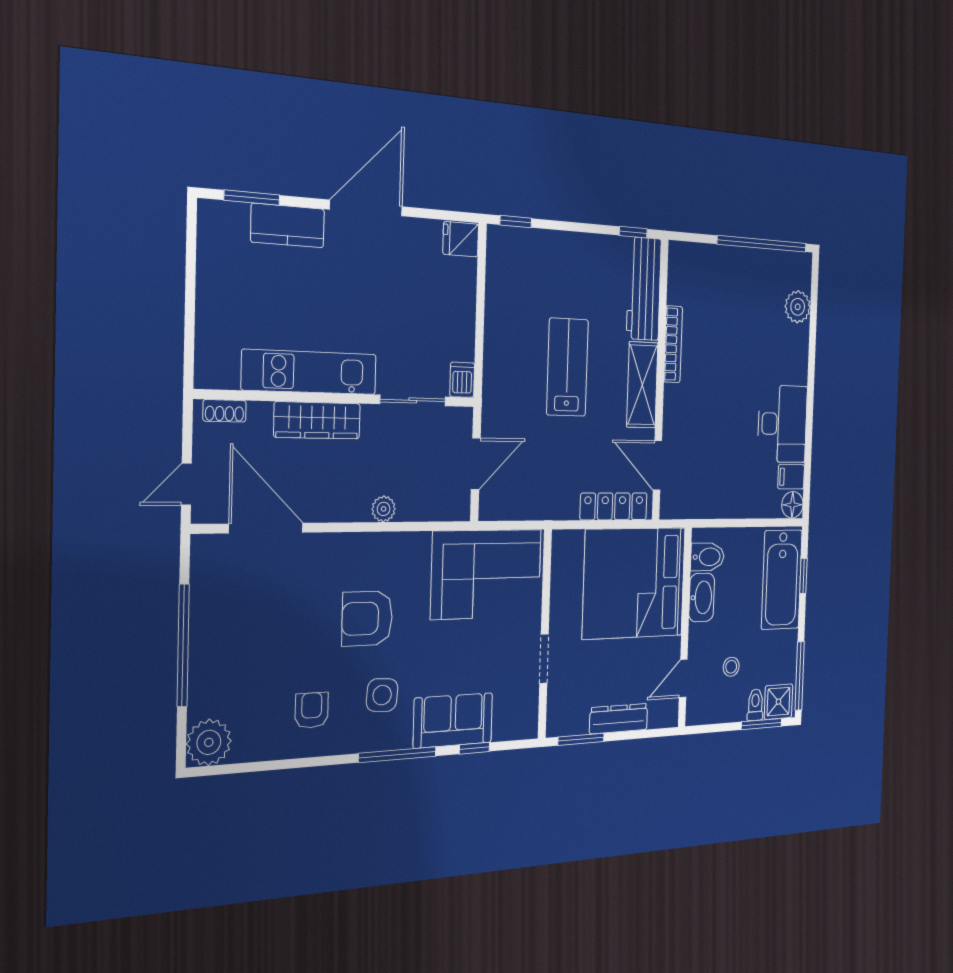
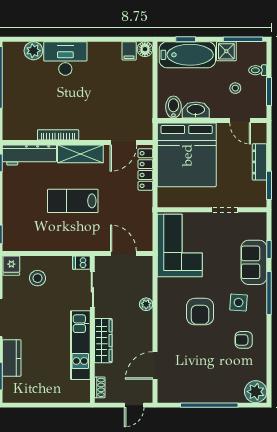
stool: (437, 290) -> (38, 278), added
desk: (782, 424) -> (65, 58), moved
door: (186, 484) -> (134, 405), hinge flipped
door: (266, 528) -> (155, 366), width x0.73
shower: (779, 702) -> (226, 51), moved
window: (761, 724) -> (269, 91), moved

